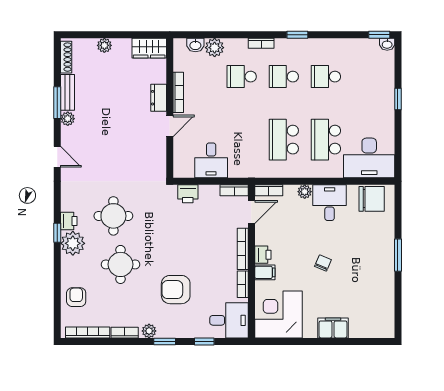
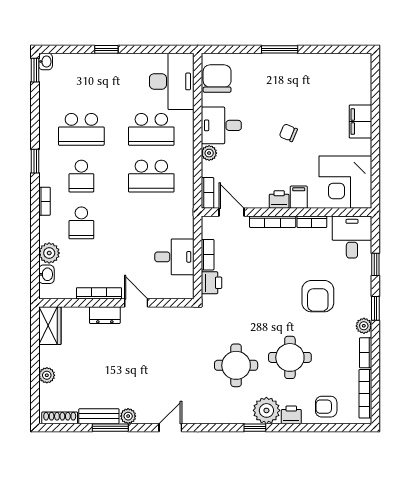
school desk: (326, 77) -> (81, 129), width x1.85
bookcase: (234, 190) -> (208, 255), moved
printer: (69, 221) -> (291, 415), moved

